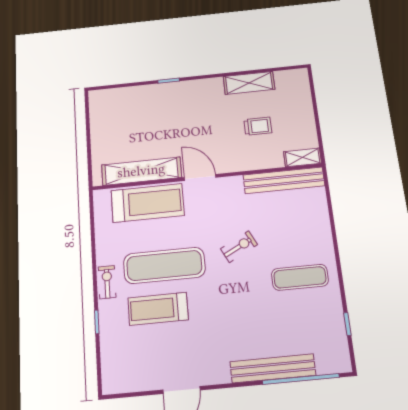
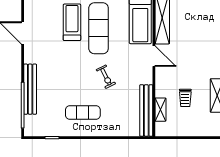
shelving: (303, 157) -> (160, 110), moved
door: (200, 177) -> (154, 56), hinge flipped
exercise mat: (300, 277) -> (83, 113), turned 90

